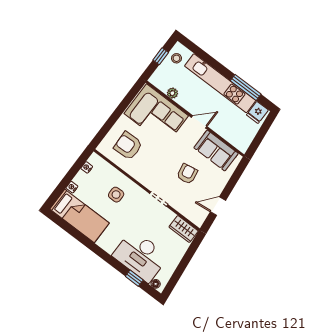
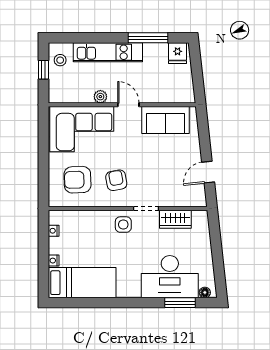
kitchen unit: (220, 83) -> (108, 52), width x0.73
plant: (172, 93) -> (100, 97), moved
door: (199, 122) -> (128, 105), hinge flipped
armchair: (187, 174) -> (116, 180), moved
side table: (116, 195) -> (123, 225), moved
wardrobe: (184, 229) -> (175, 219), moved
window: (134, 278) -> (180, 303), width x1.50

